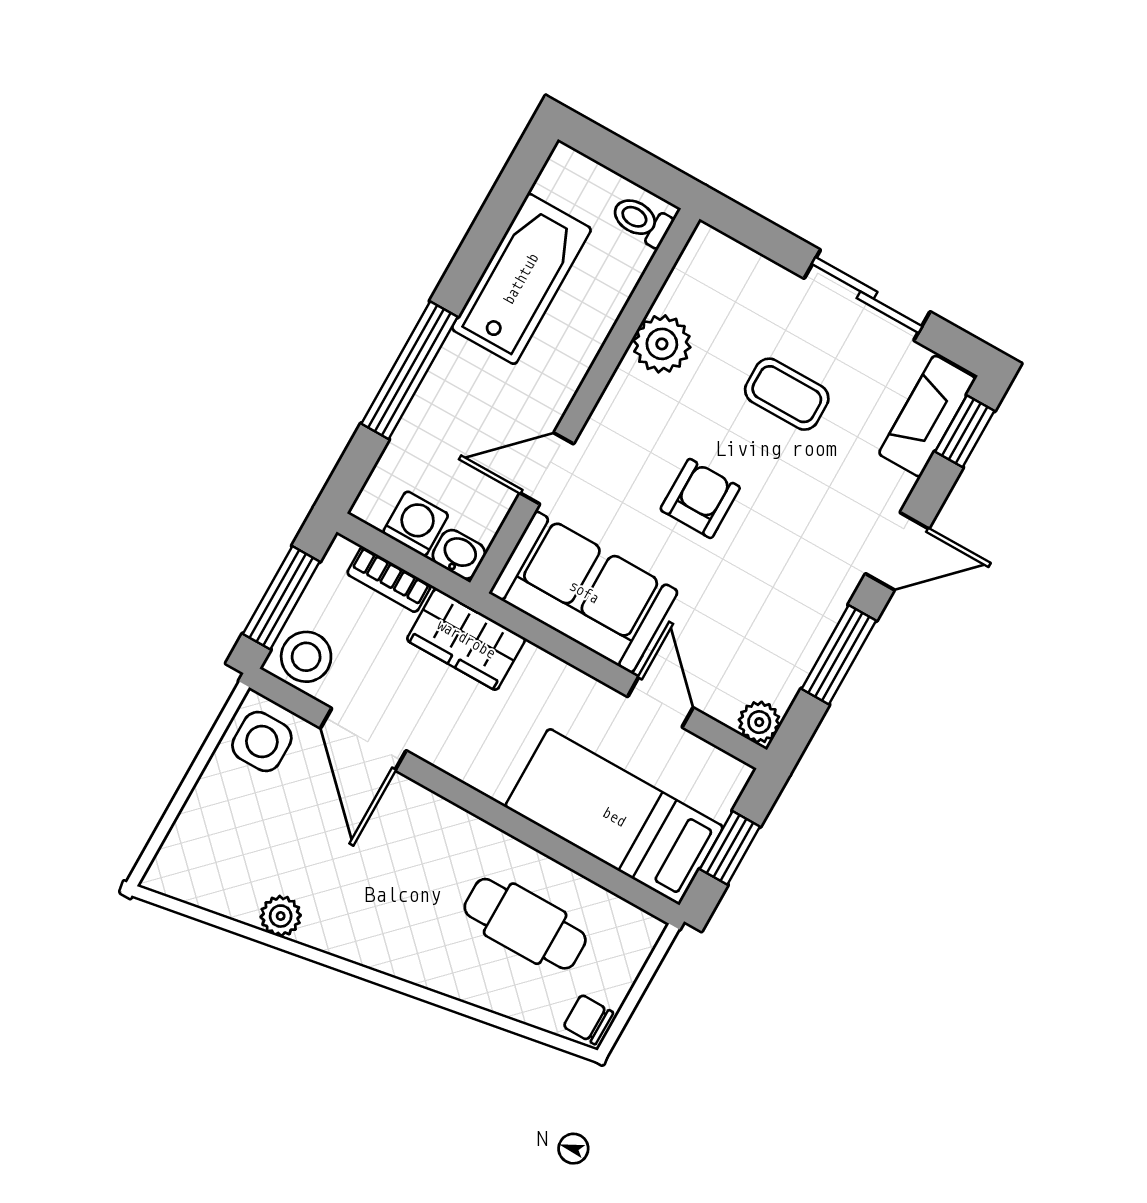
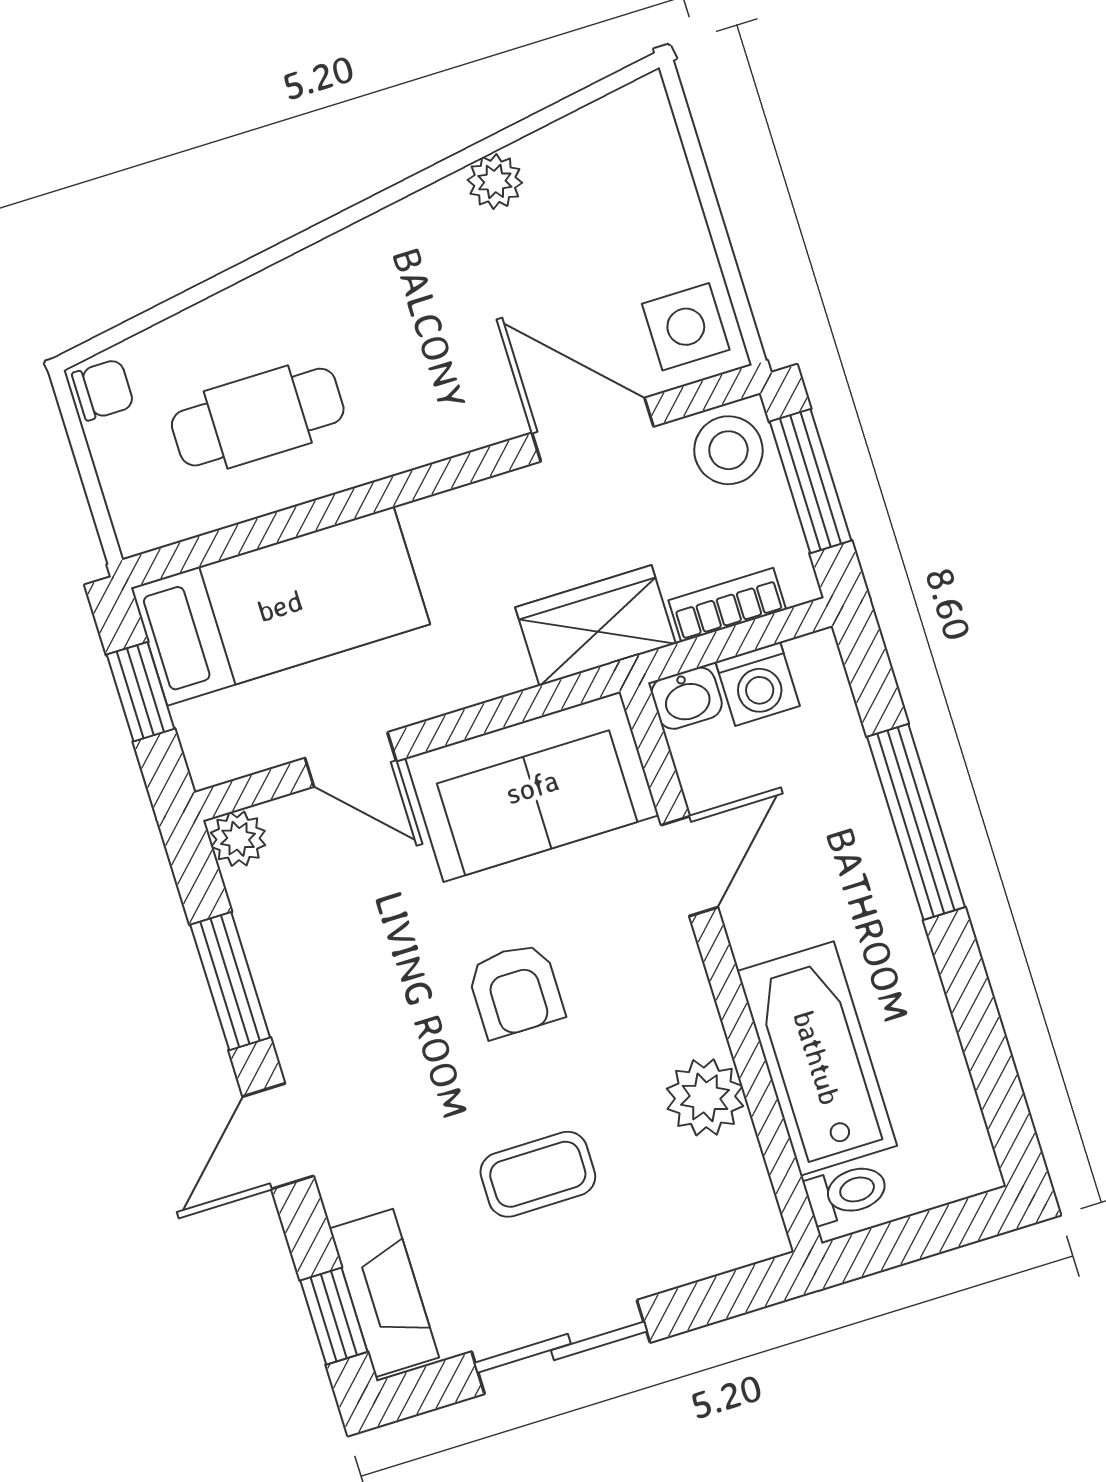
bathtub: (521, 279) -> (817, 1058), moved, turned 180

